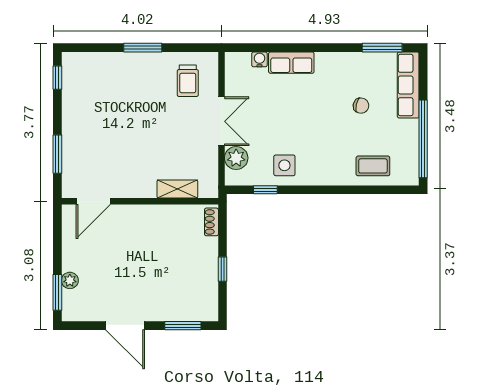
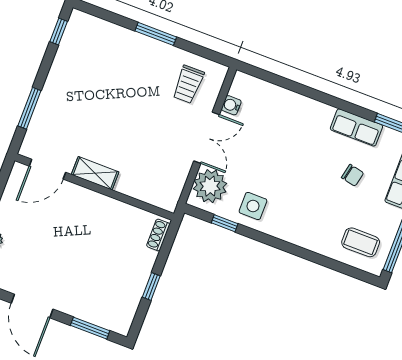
water cooler: (259, 59) -> (231, 105), moved, turned -90
row of seats: (291, 63) -> (356, 127), moved
plant: (236, 158) -> (210, 186), width x1.36, depth x1.36
coffee table: (373, 166) -> (361, 242), moved
shelving: (177, 189) -> (95, 173), moved

